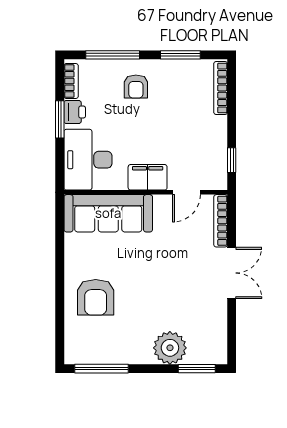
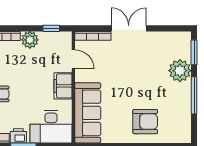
plant: (215, 129) -> (30, 40), added
window: (102, 369) -> (194, 95), moved

